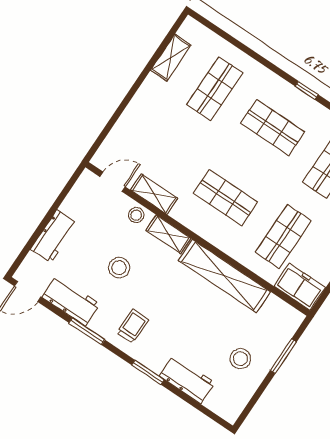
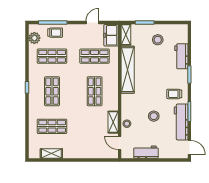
shelving: (168, 234) -> (126, 35), moved
workbench: (54, 236) -> (146, 152), moved
workbench: (71, 301) -> (181, 122), width x1.38

